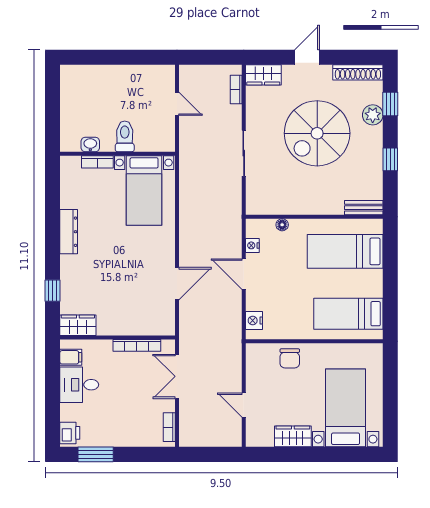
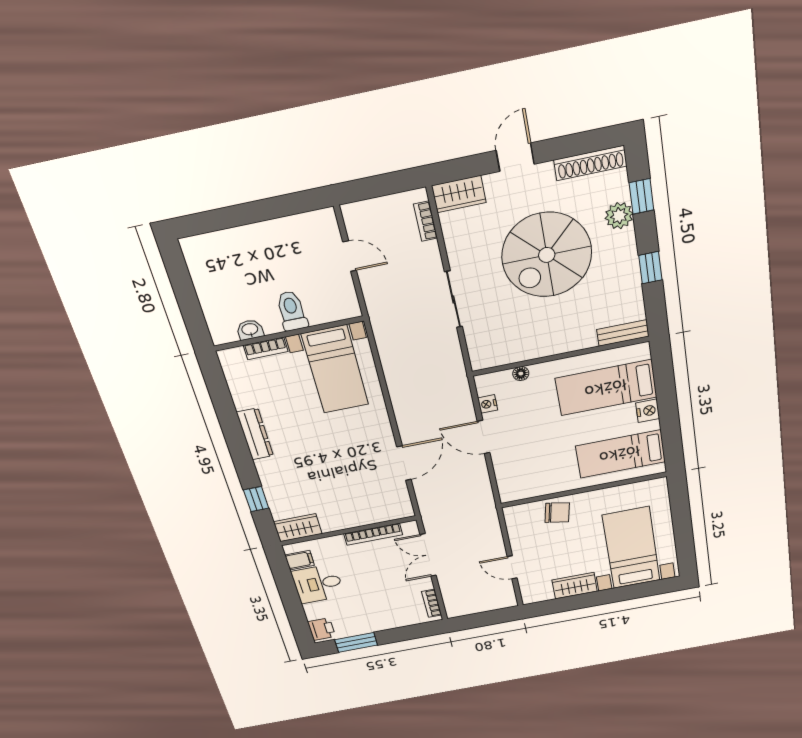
nightstand: (254, 321) -> (648, 411), moved, turned 180
chair: (290, 358) -> (557, 513), turned -79

